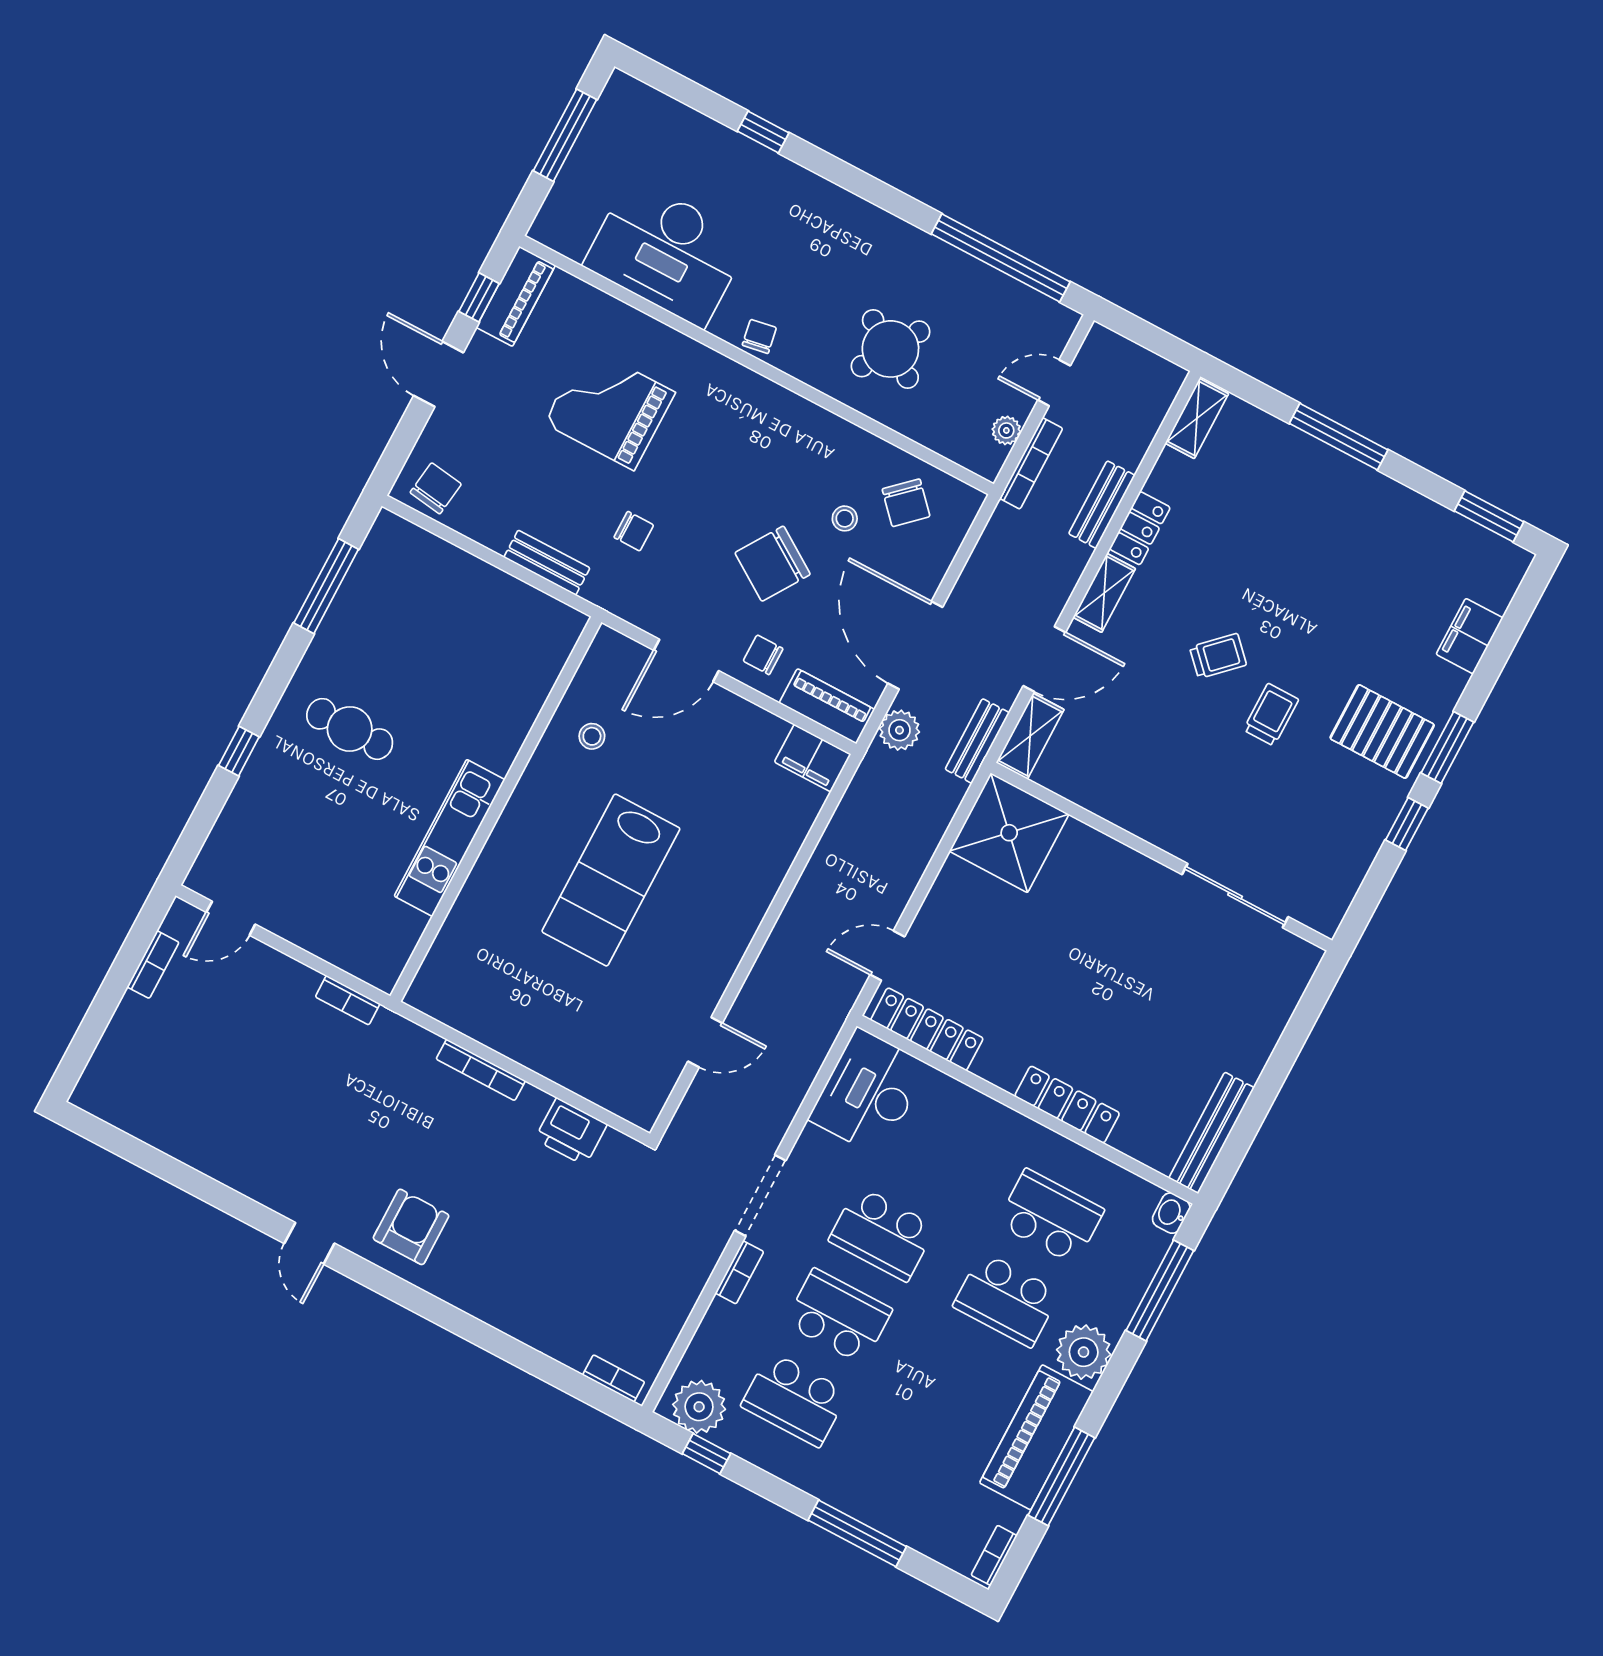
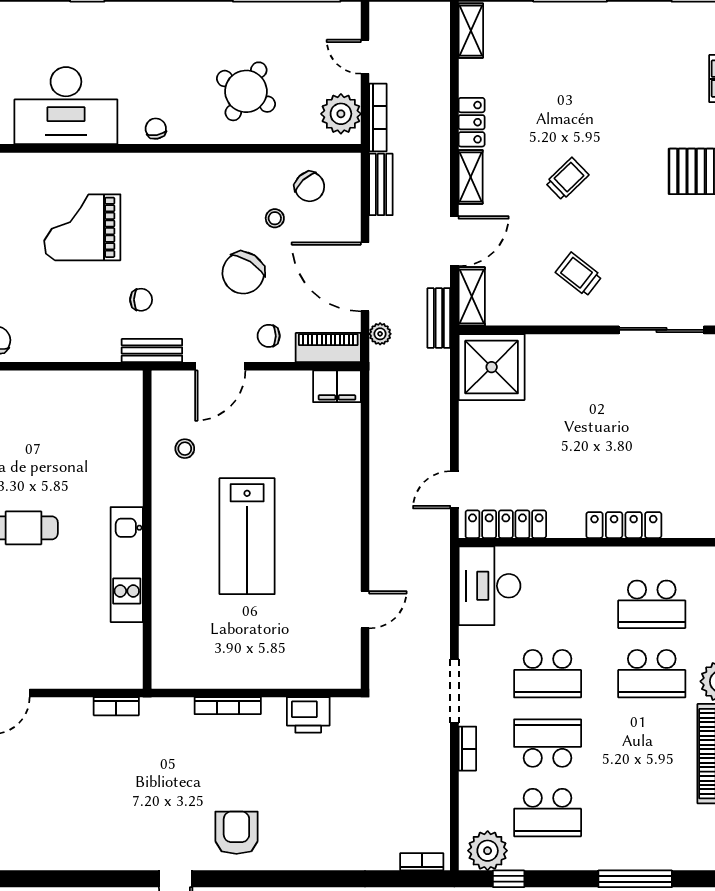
door: (1054, 383) -> (365, 57), hinge flipped
plant: (1006, 430) -> (341, 114), width x1.88, depth x1.88
bench: (1102, 505) -> (381, 184), moved
bench: (547, 563) -> (152, 350), moved
trolley: (1271, 715) -> (579, 274), moved, turned -52
plant: (899, 730) -> (380, 334), width x0.73, depth x0.73
school desk: (1050, 1217) -> (652, 604), turned 180

